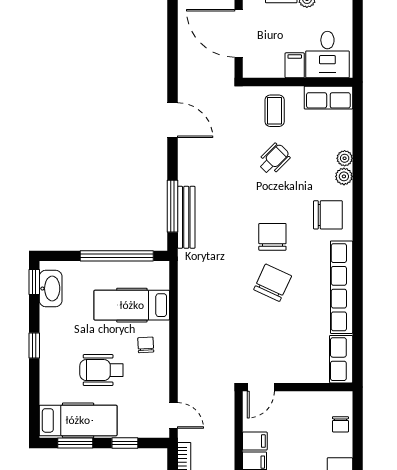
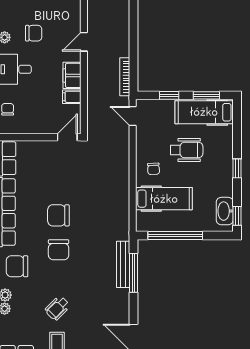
chair: (273, 283) -> (58, 215), turned 65

